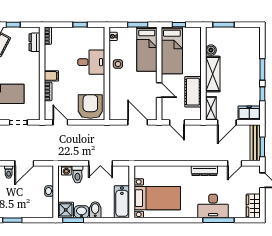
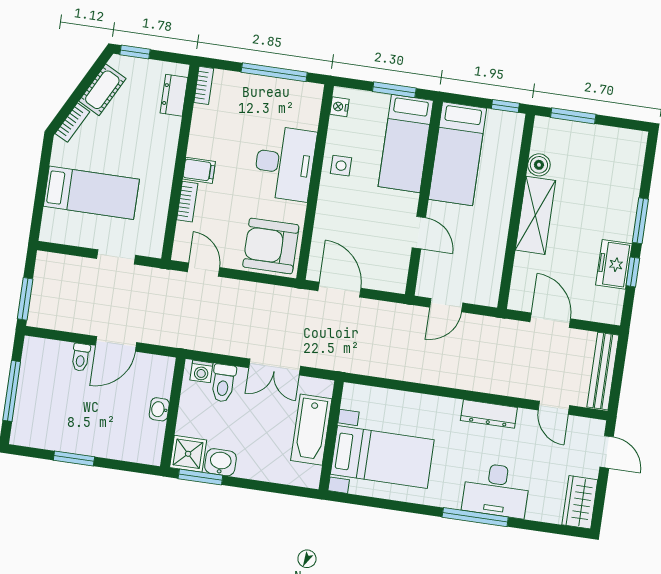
window: (80, 25) -> (274, 72), width x2.17
window: (179, 25) -> (505, 106), moved
desk: (91, 62) -> (285, 163), width x1.37
cot: (193, 92) -> (489, 246), removed
armchair: (90, 107) -> (271, 246), turned -90
shelving: (211, 108) -> (521, 286), removed
freezer: (249, 113) -> (614, 264), moved, turned -90
door: (138, 122) -> (339, 290), moved
door: (177, 122) -> (446, 305), hinge flipped
door: (227, 122) -> (550, 320), swing flipped
window: (262, 147) -> (617, 382), removed
door: (235, 163) -> (554, 408), hinge flipped
bathtub: (122, 202) -> (311, 430), moved
bidet: (95, 210) -> (250, 462), removed
window: (219, 220) -> (475, 517), moved

